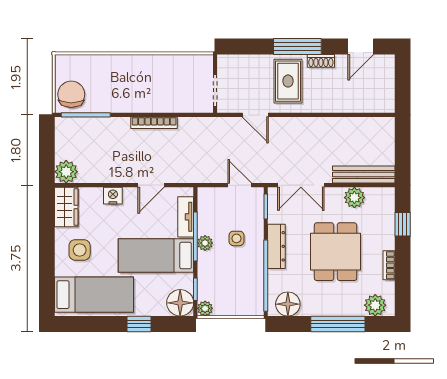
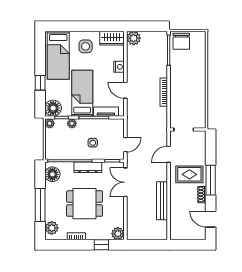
chair: (71, 94) -> (181, 41), turned 90
bench: (364, 175) -> (162, 201), moved
plant: (354, 198) -> (118, 234), moved
plant: (205, 243) -> (72, 123), moved

